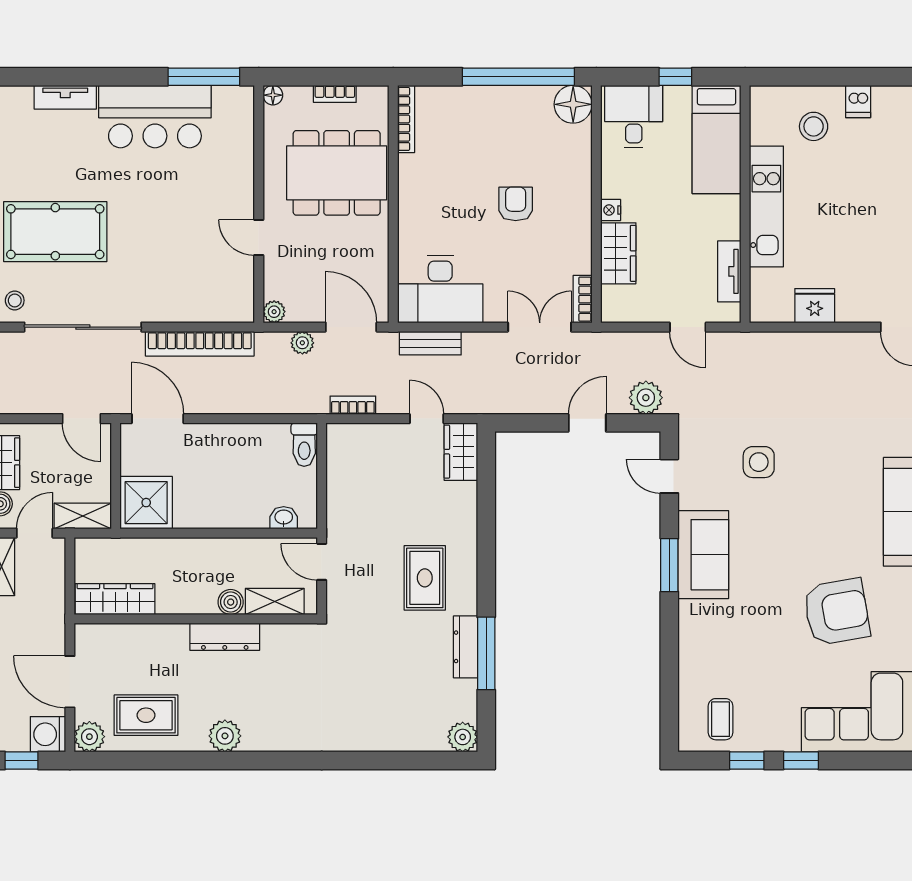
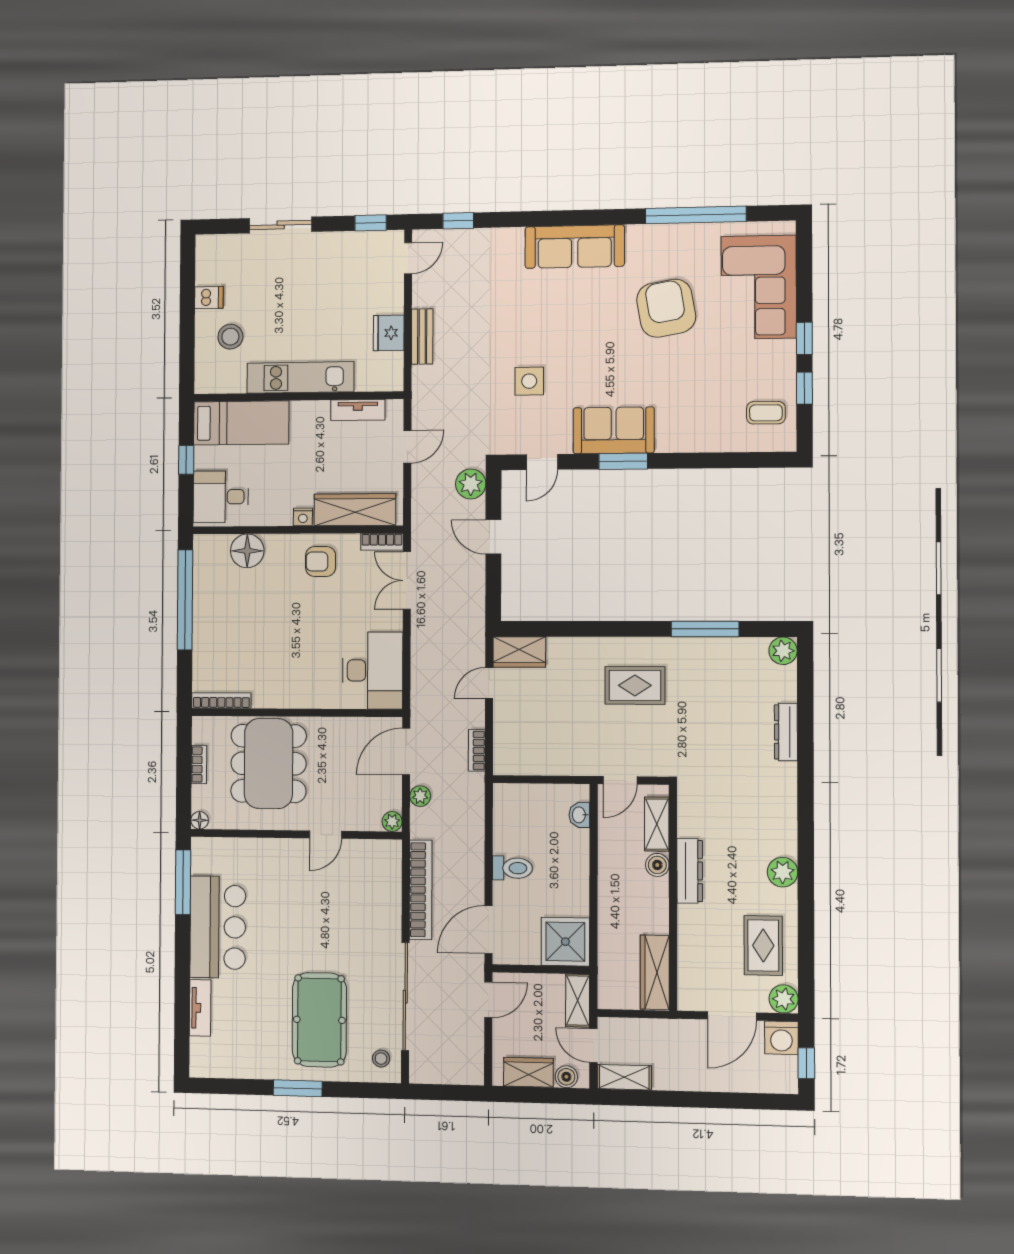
floor lamp: (573, 104) -> (247, 551), moved
armchair: (516, 204) -> (321, 562), moved
wardrobe: (618, 253) -> (355, 510), width x1.50
bench: (430, 343) -> (422, 337), moved
toilet: (304, 445) -> (512, 868), moved
dresser: (465, 647) -> (786, 732), moved, turned 90

